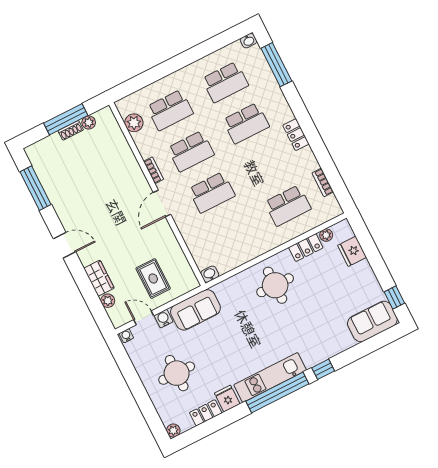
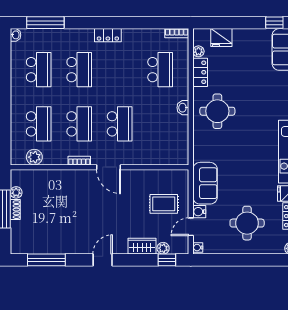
bookcase: (323, 183) -> (177, 33), moved
washbasin: (210, 274) -> (183, 108), moved
window: (98, 311) -> (167, 260), added

